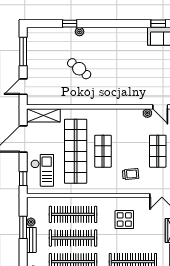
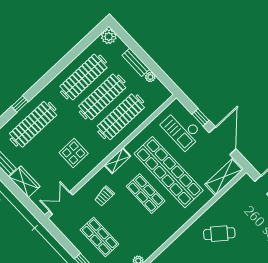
cafe table: (79, 69) -> (219, 234), moved
window: (23, 179) -> (201, 117), moved
shelving: (101, 189) -> (117, 161), added
window: (23, 227) -> (153, 66), removed

